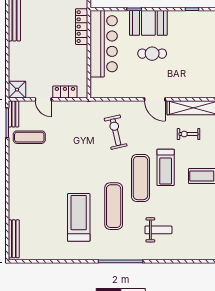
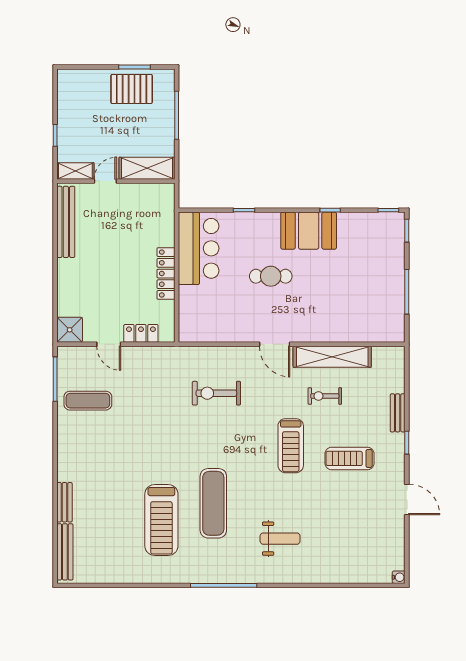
booth: (148, 23) -> (309, 231), moved
locker: (82, 27) -> (166, 274), moved
bar counter: (104, 44) -> (199, 248), width x0.73
bench: (14, 114) -> (64, 502), moved
exercise bike: (116, 132) -> (216, 393), turned -77
exercise mat: (140, 178) -> (253, 461), removed
treadmill: (79, 217) -> (161, 520), turned 180

